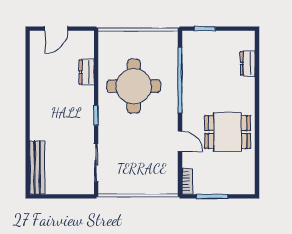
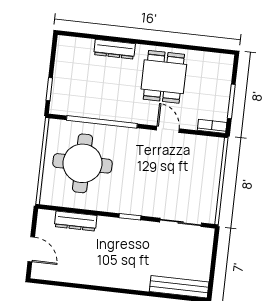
dresser: (248, 63) -> (115, 49), moved, width x1.44
dresser: (87, 72) -> (76, 221), width x1.44
round table: (134, 86) -> (82, 163), moved
door: (180, 141) -> (168, 129), hinge flipped

